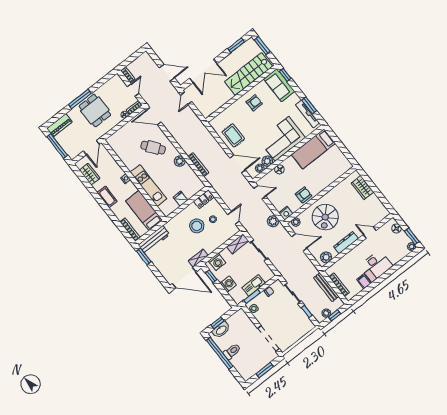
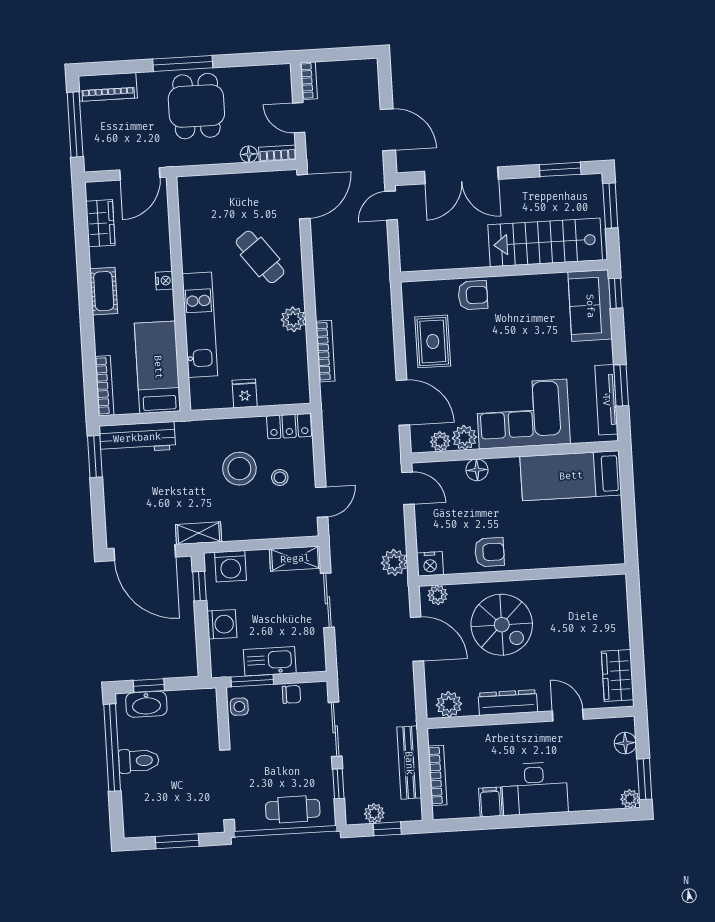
door: (133, 90) -> (299, 118), swing flipped
armchair: (254, 103) -> (473, 295), moved
door: (154, 116) -> (303, 197), swing flipped
wardrobe: (362, 188) -> (618, 676), moved
spiral stairs: (325, 217) -> (502, 625), turned -90
cafe table: (297, 331) -> (293, 809), added

